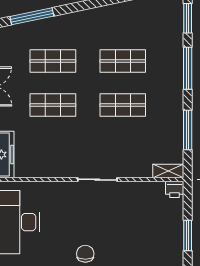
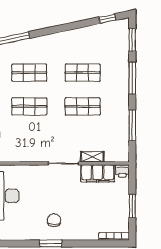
shelving: (168, 171) -> (92, 157), moved
filing cabinet: (142, 193) -> (98, 173), added

